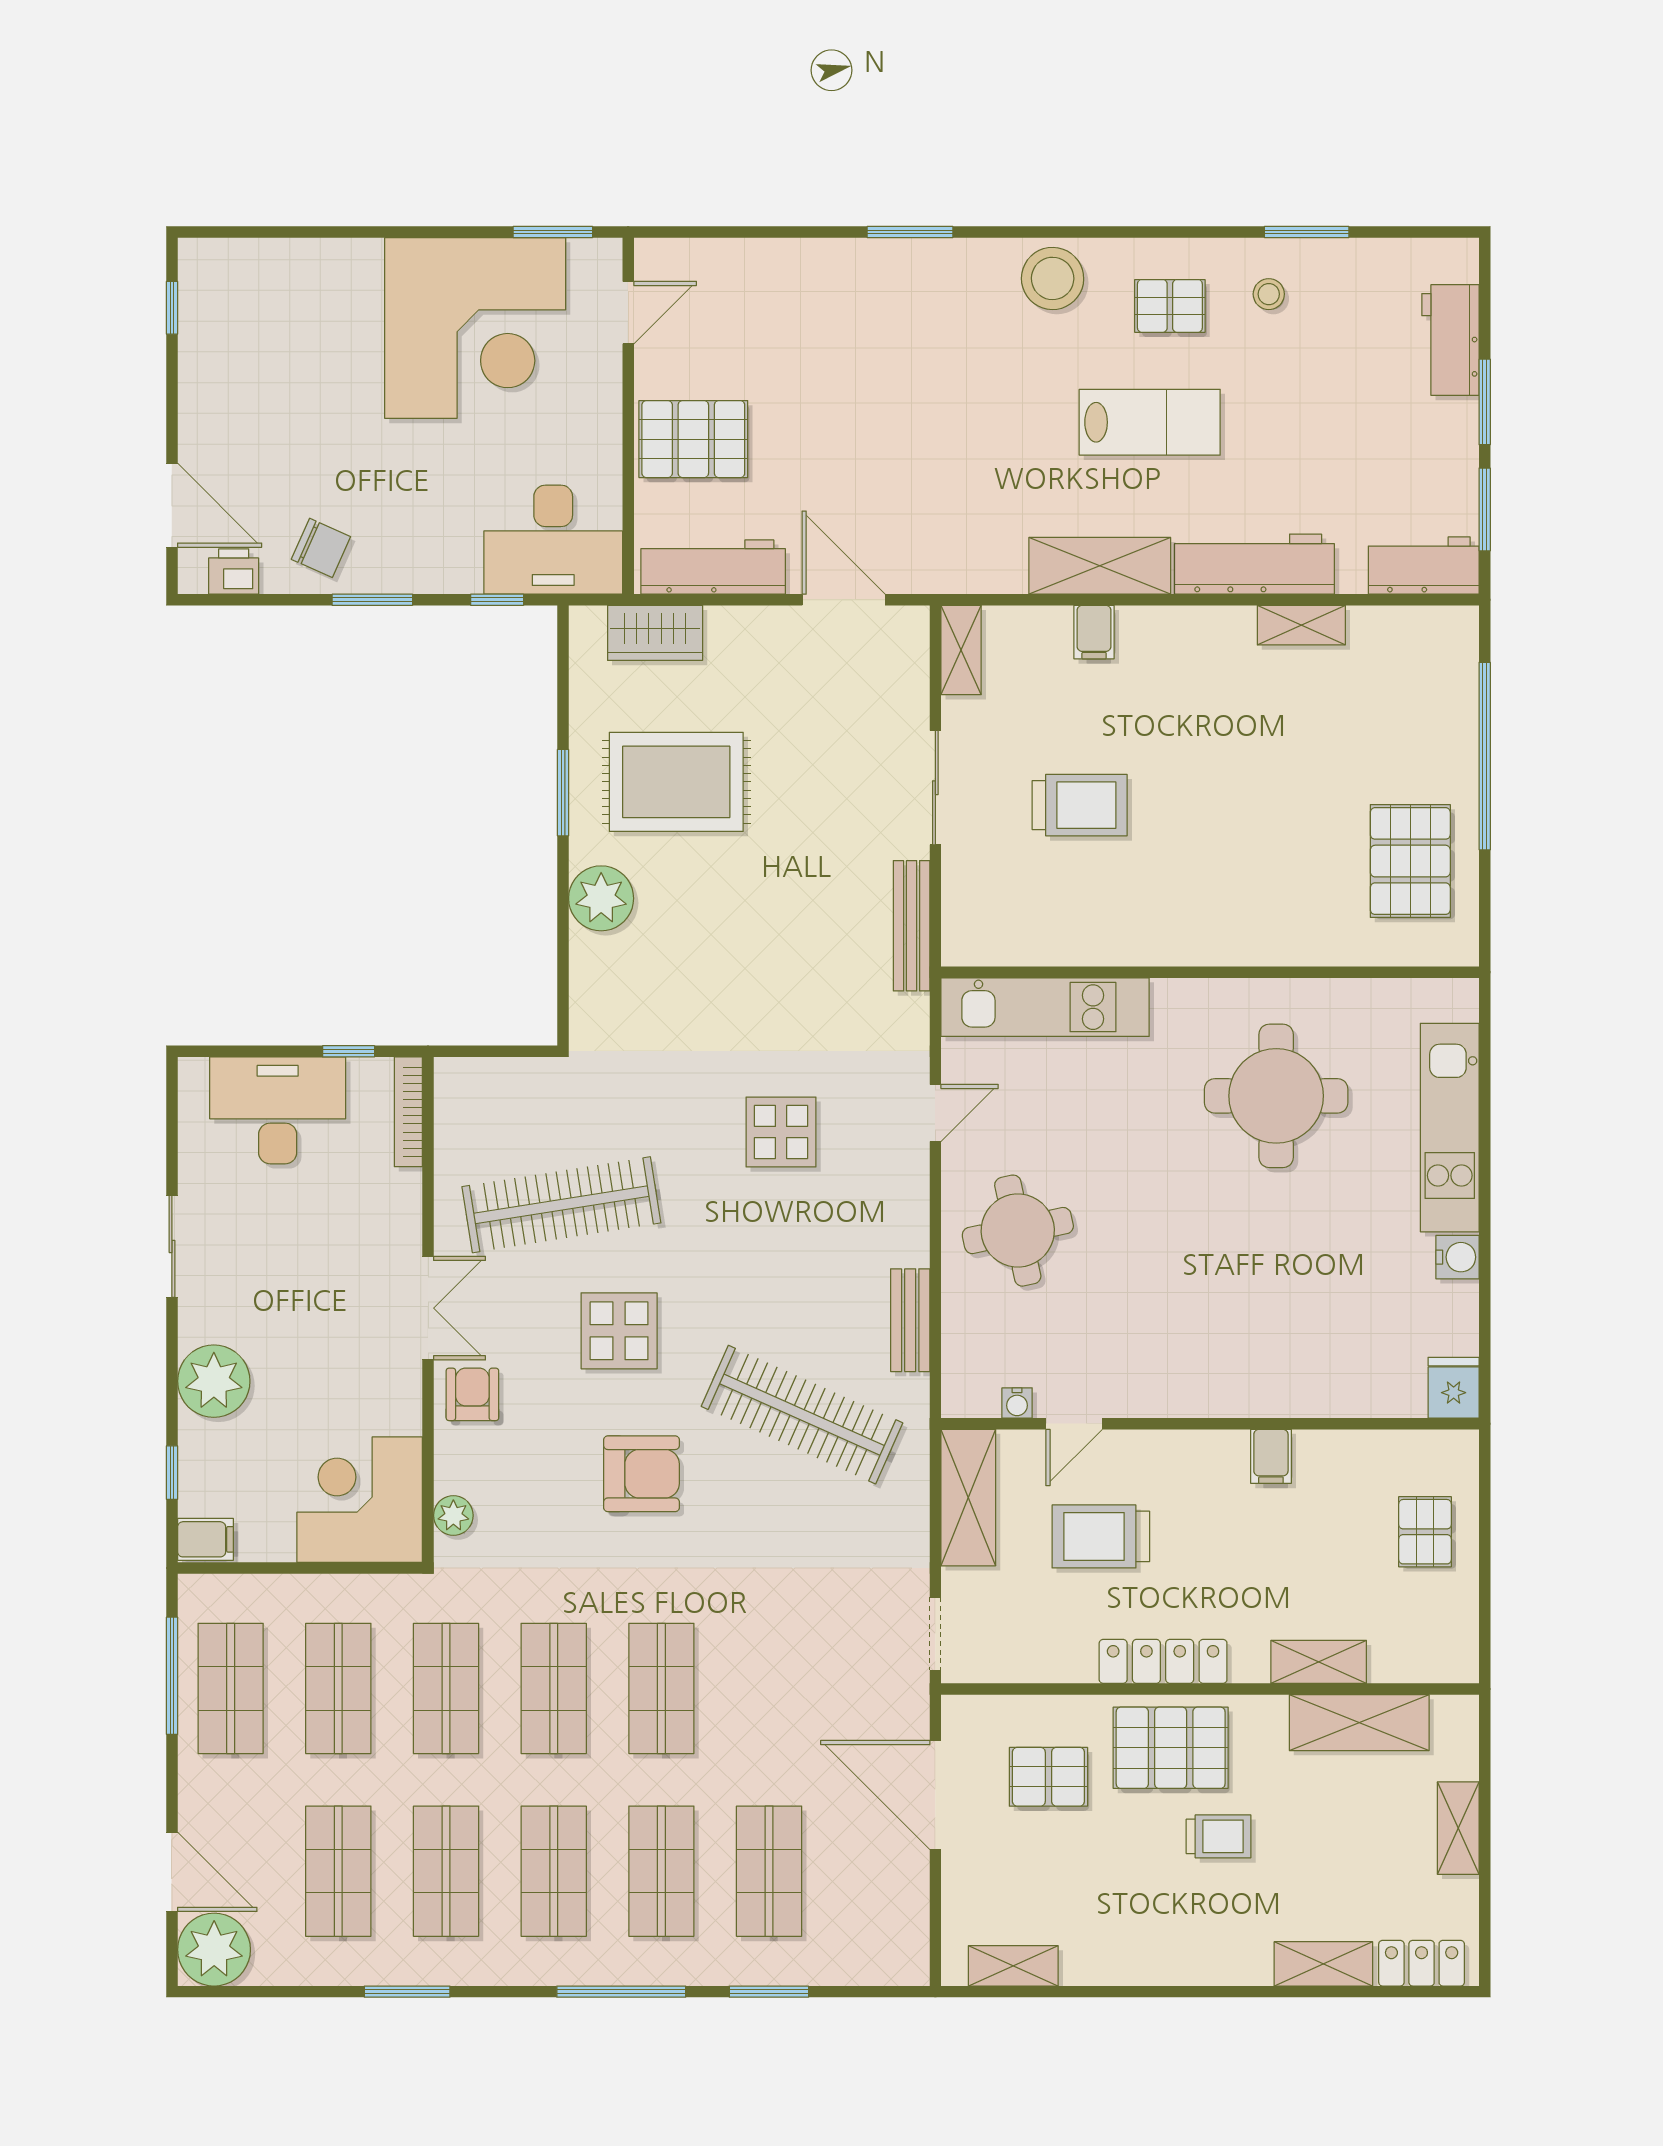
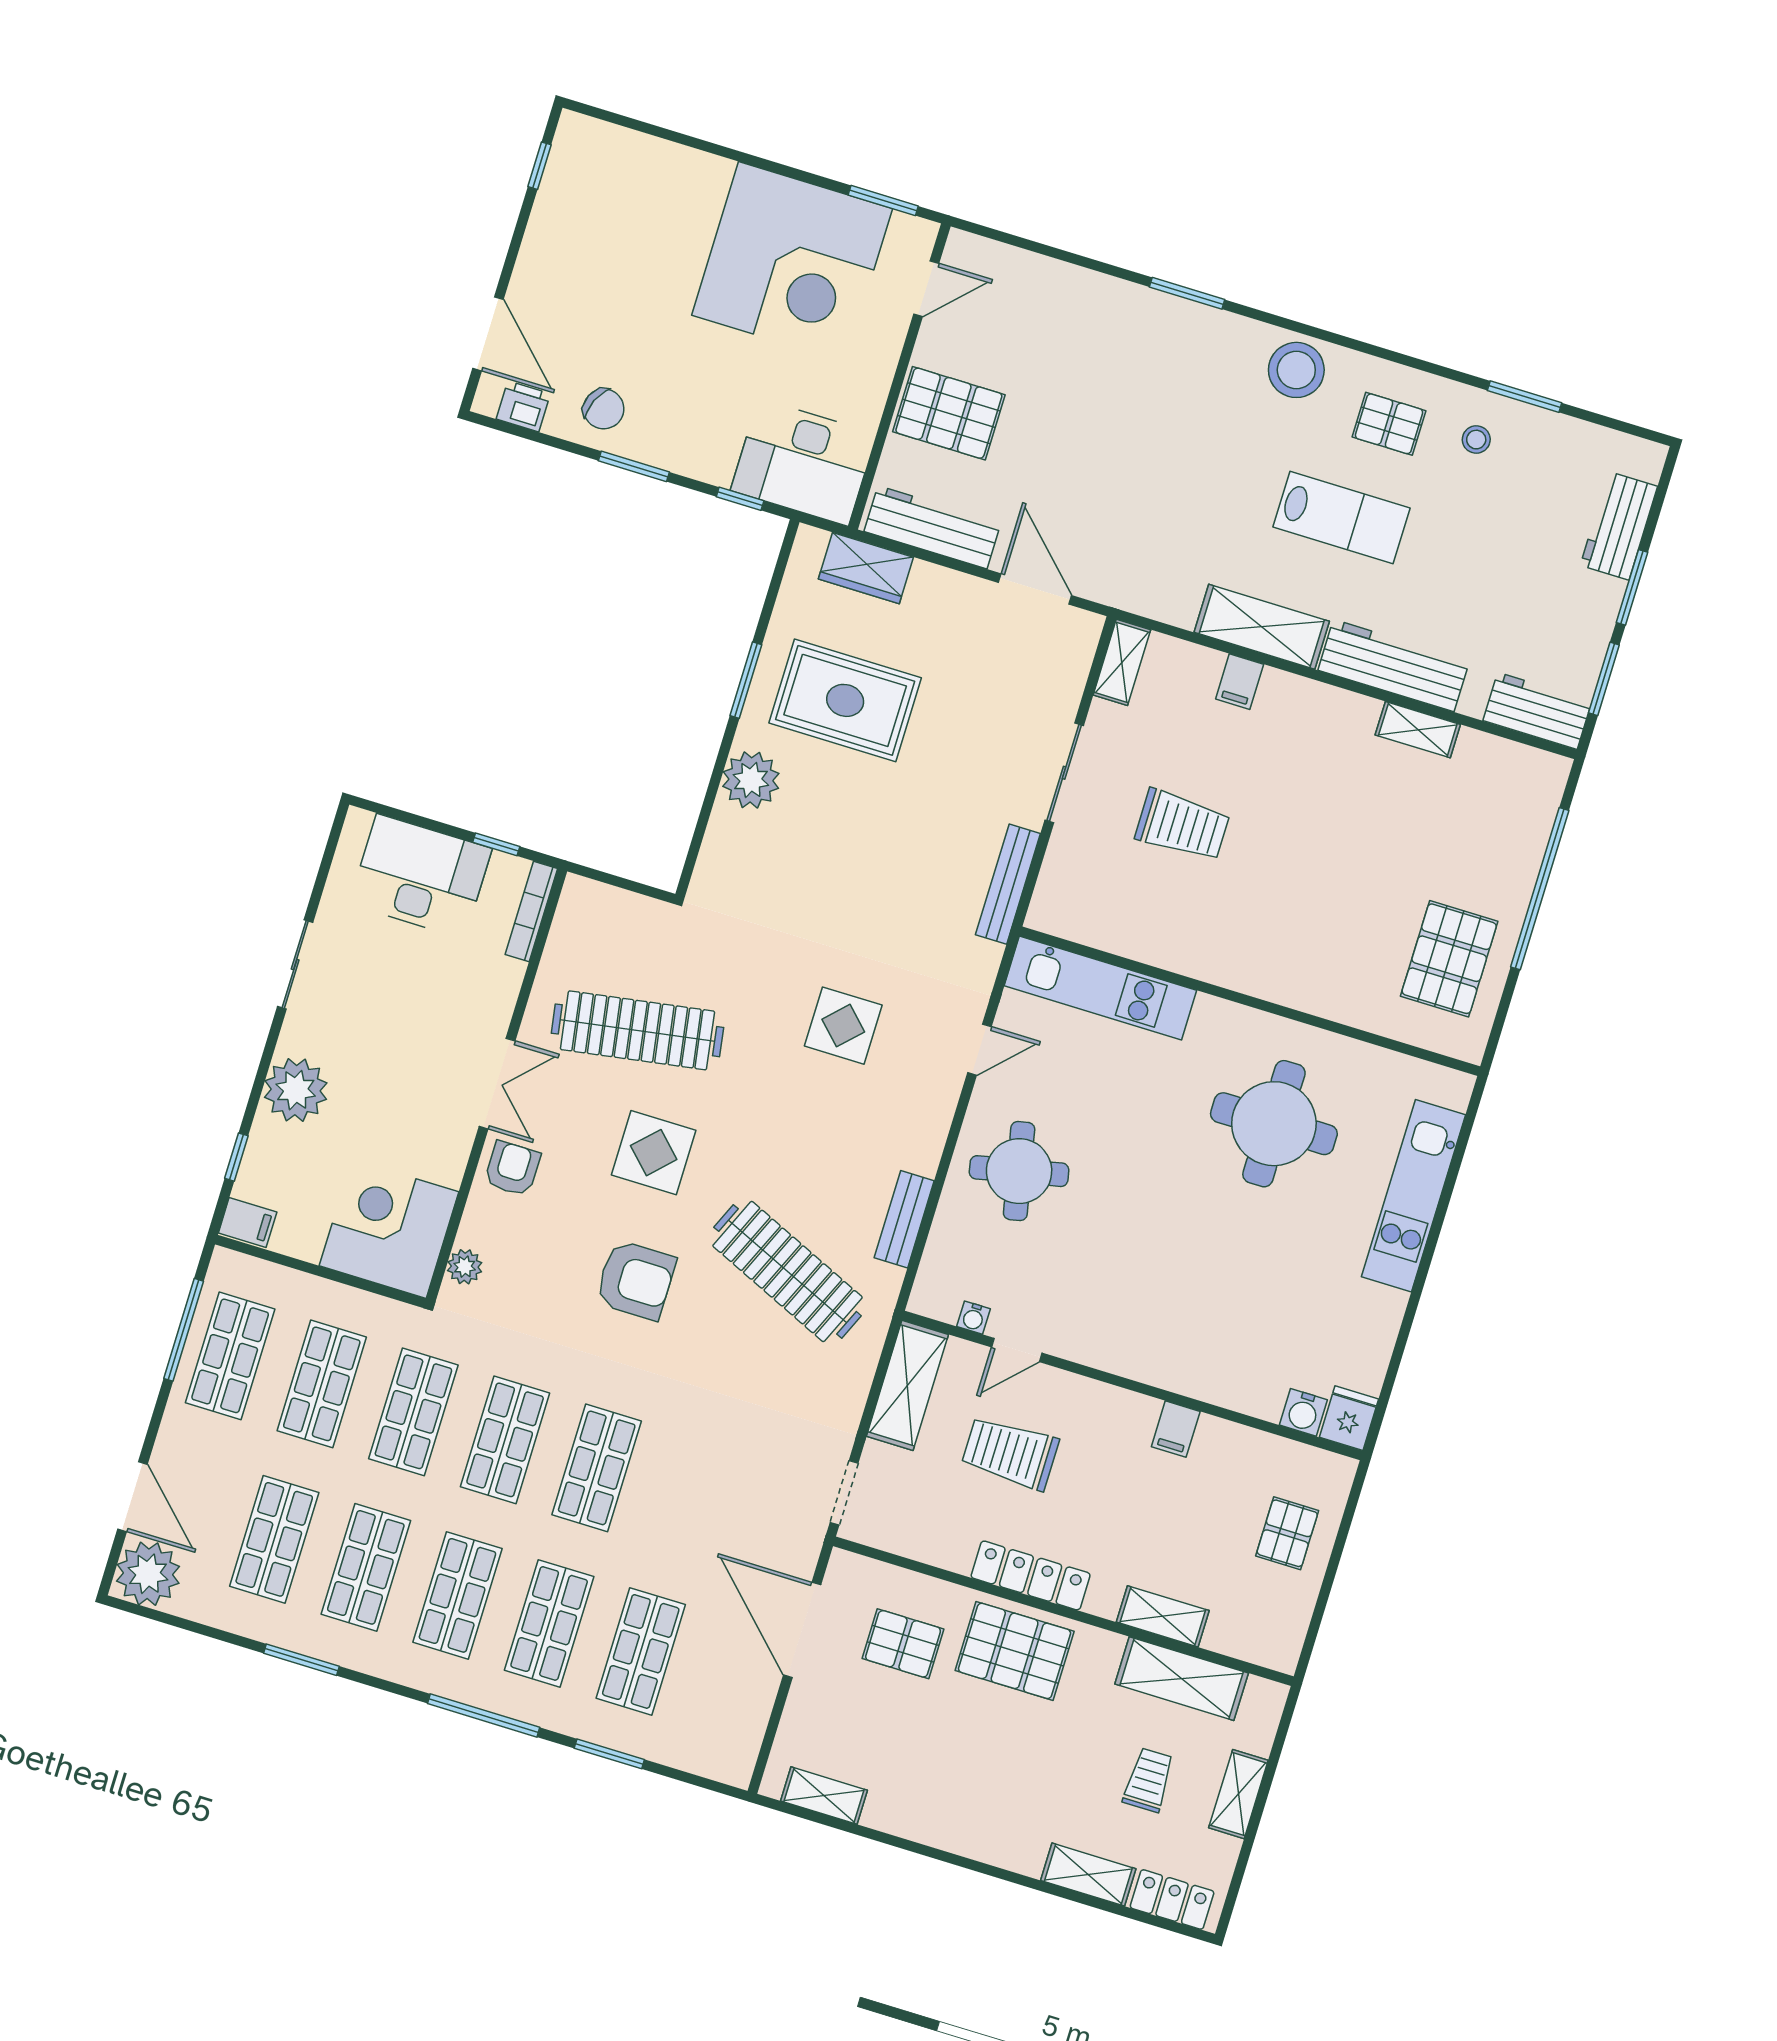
water cooler: (1457, 1257) -> (1303, 1412), moved, turned 90
trolley: (1219, 1836) -> (1148, 1780), moved, turned -90

